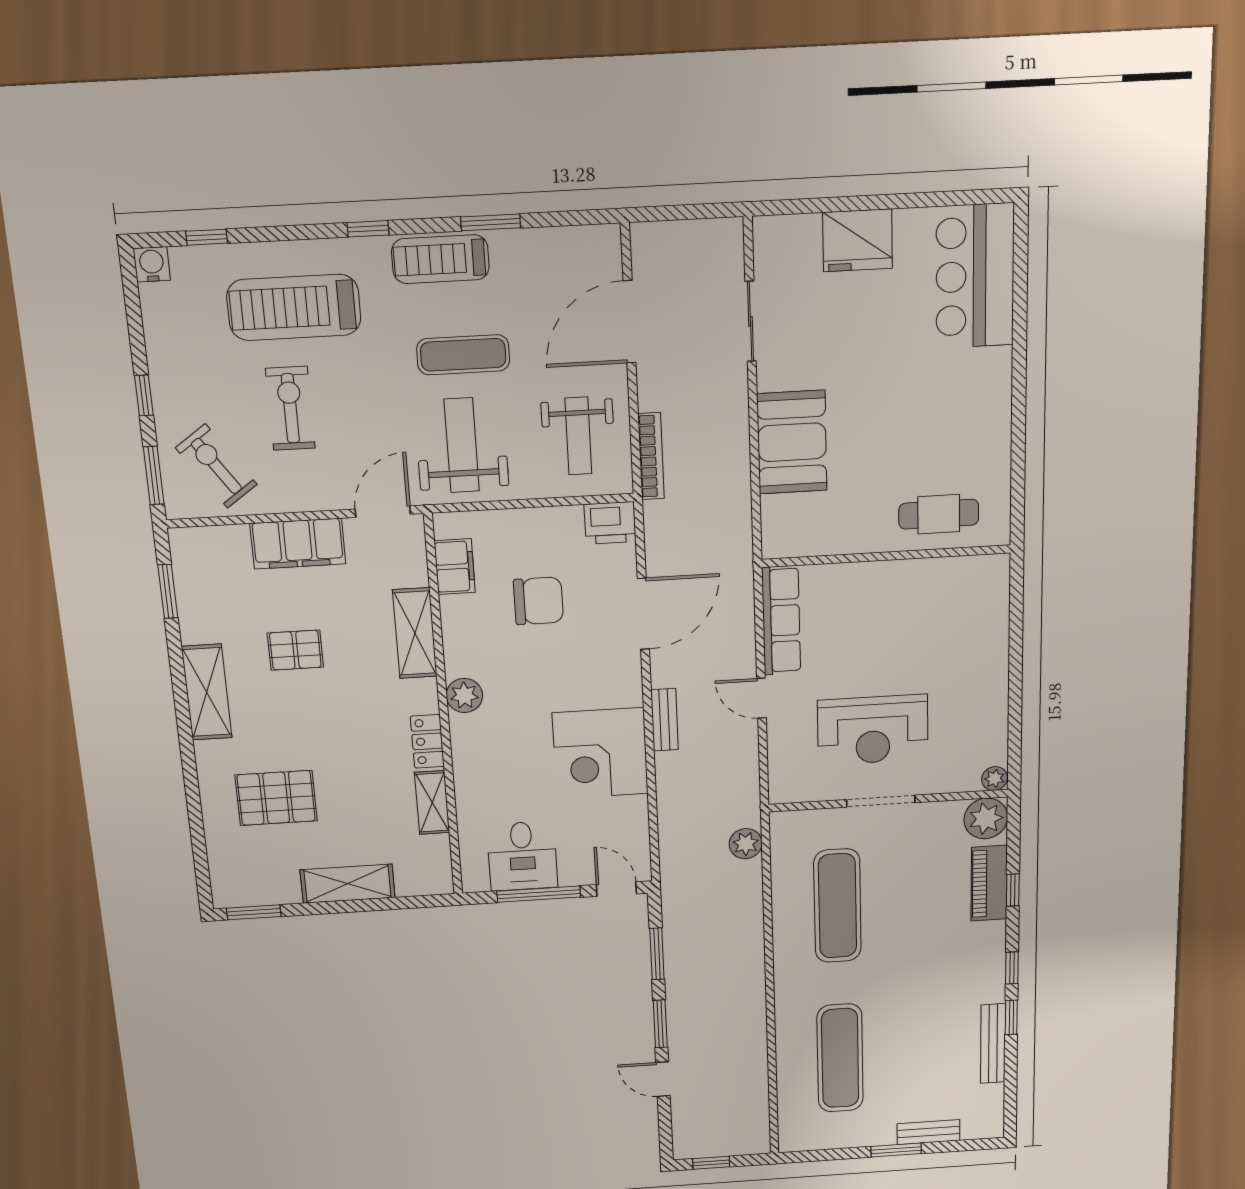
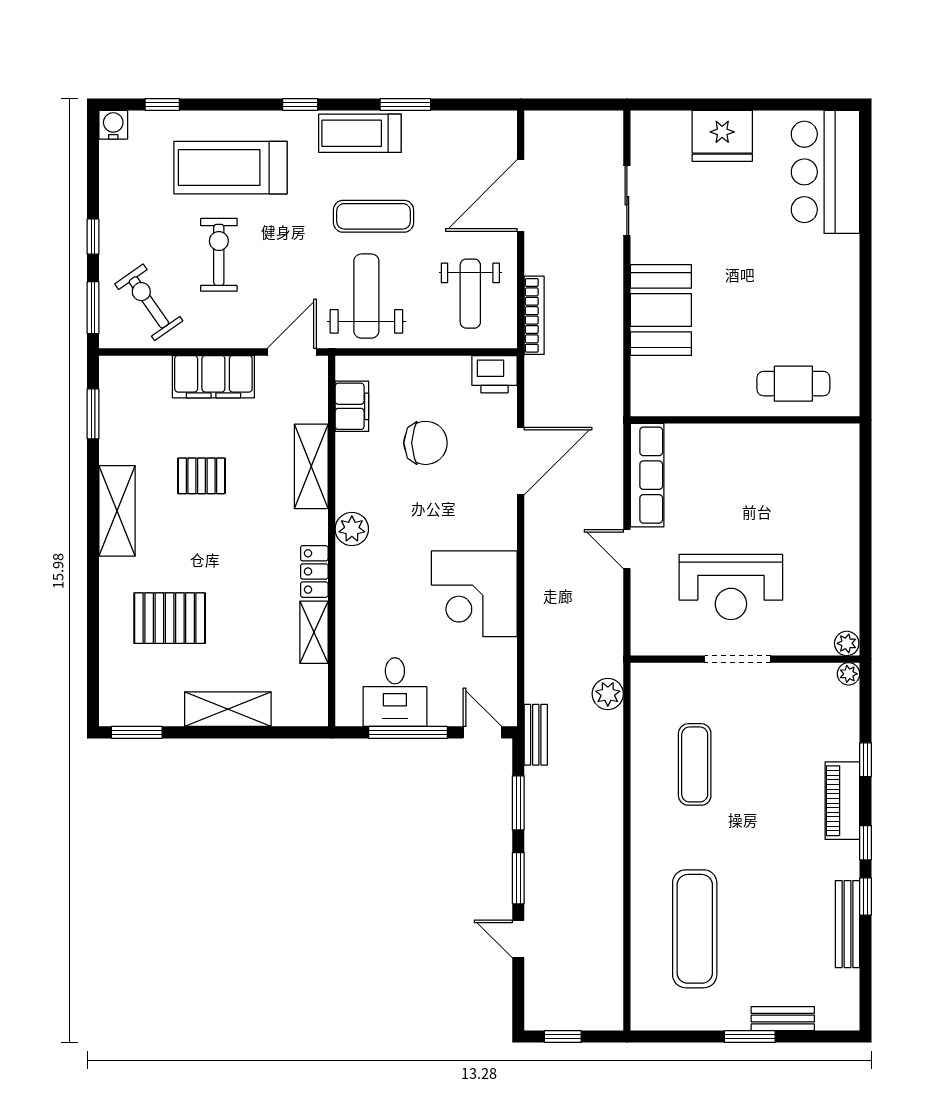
bench: (665, 720) -> (536, 735), moved
plant: (986, 818) -> (848, 674), width x0.53, depth x0.53
piano: (989, 883) -> (842, 801), moved
exercise mat: (837, 906) -> (695, 764), width x0.73, depth x0.69

